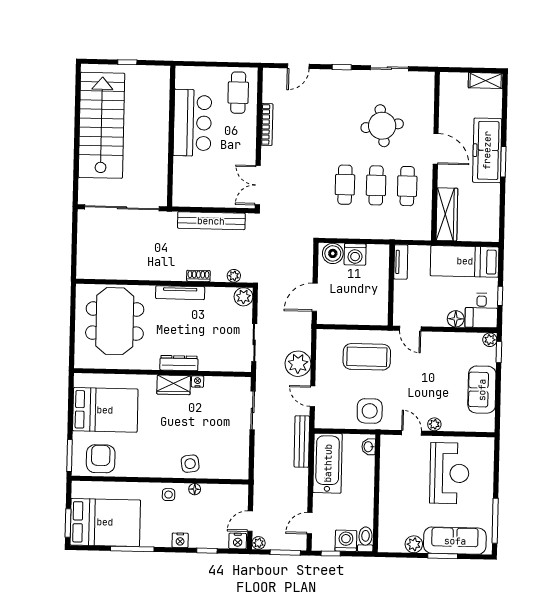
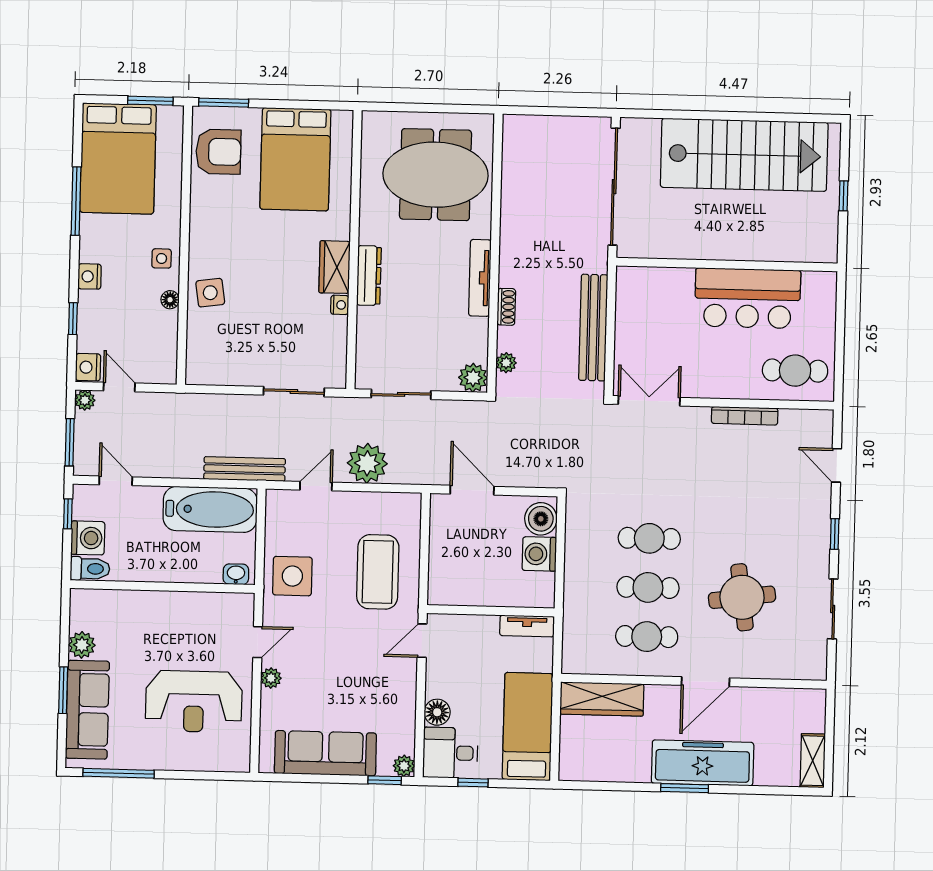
sofa: (482, 390) -> (325, 753), width x1.36
window: (68, 523) -> (150, 101), moved

